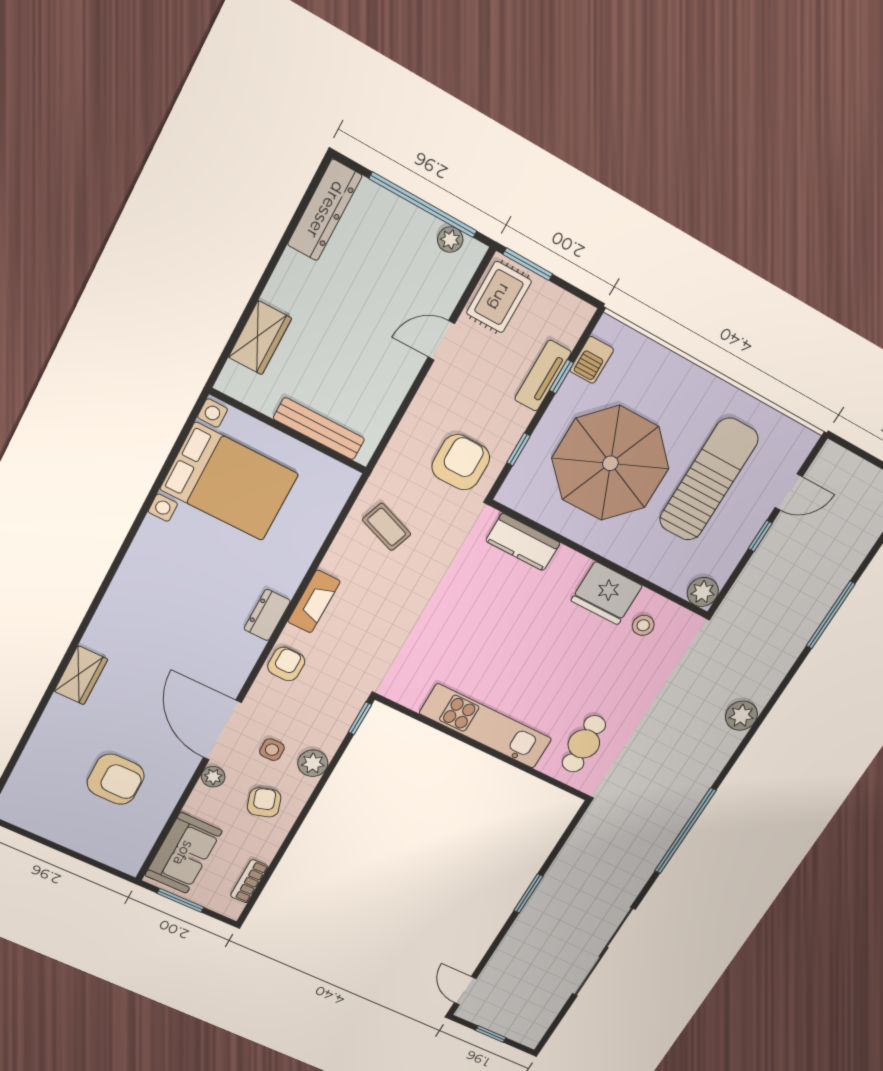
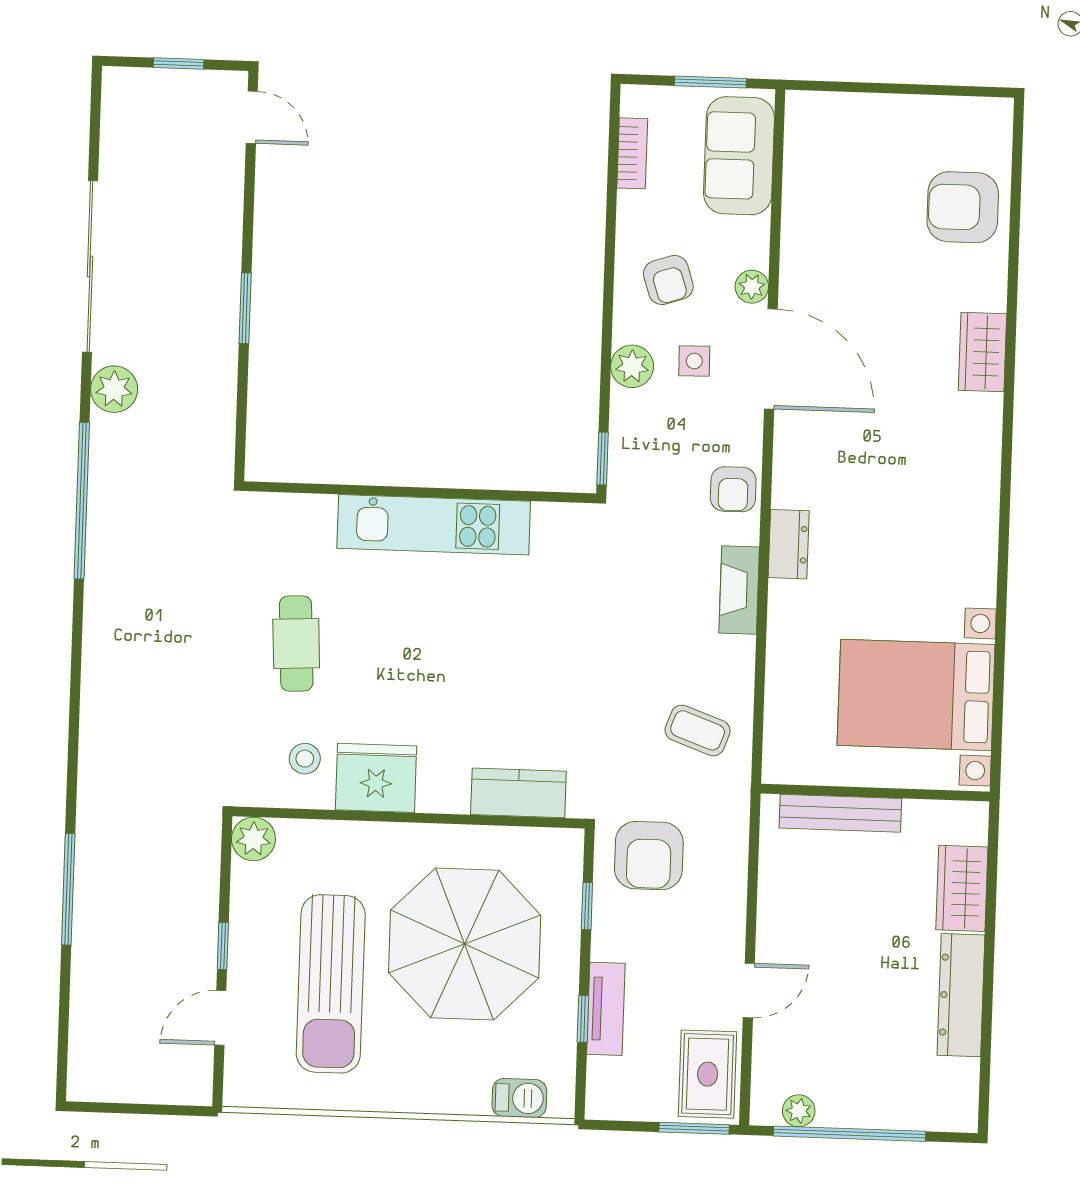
dresser: (325, 210) -> (961, 995), moved
barbecue: (592, 360) -> (519, 1098), moved, turned 90
plant: (741, 716) -> (114, 389), moved
cafe table: (584, 744) -> (296, 644), moved
armchair: (116, 779) -> (963, 207), moved

